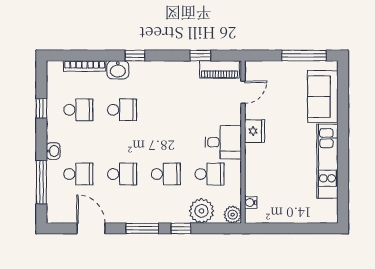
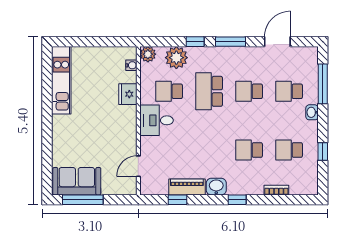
bookcase: (85, 66) -> (276, 190), width x0.64
piano: (220, 69) -> (187, 187), moved
washbasin: (118, 70) -> (216, 187), moved
sofa: (323, 97) -> (77, 181), moved, turned -90
fridge: (255, 131) -> (128, 94), moved
kitchen unit: (327, 161) -> (61, 80), moved
school desk: (166, 174) -> (209, 91), width x1.85
door: (91, 228) -> (277, 42), swing flipped

